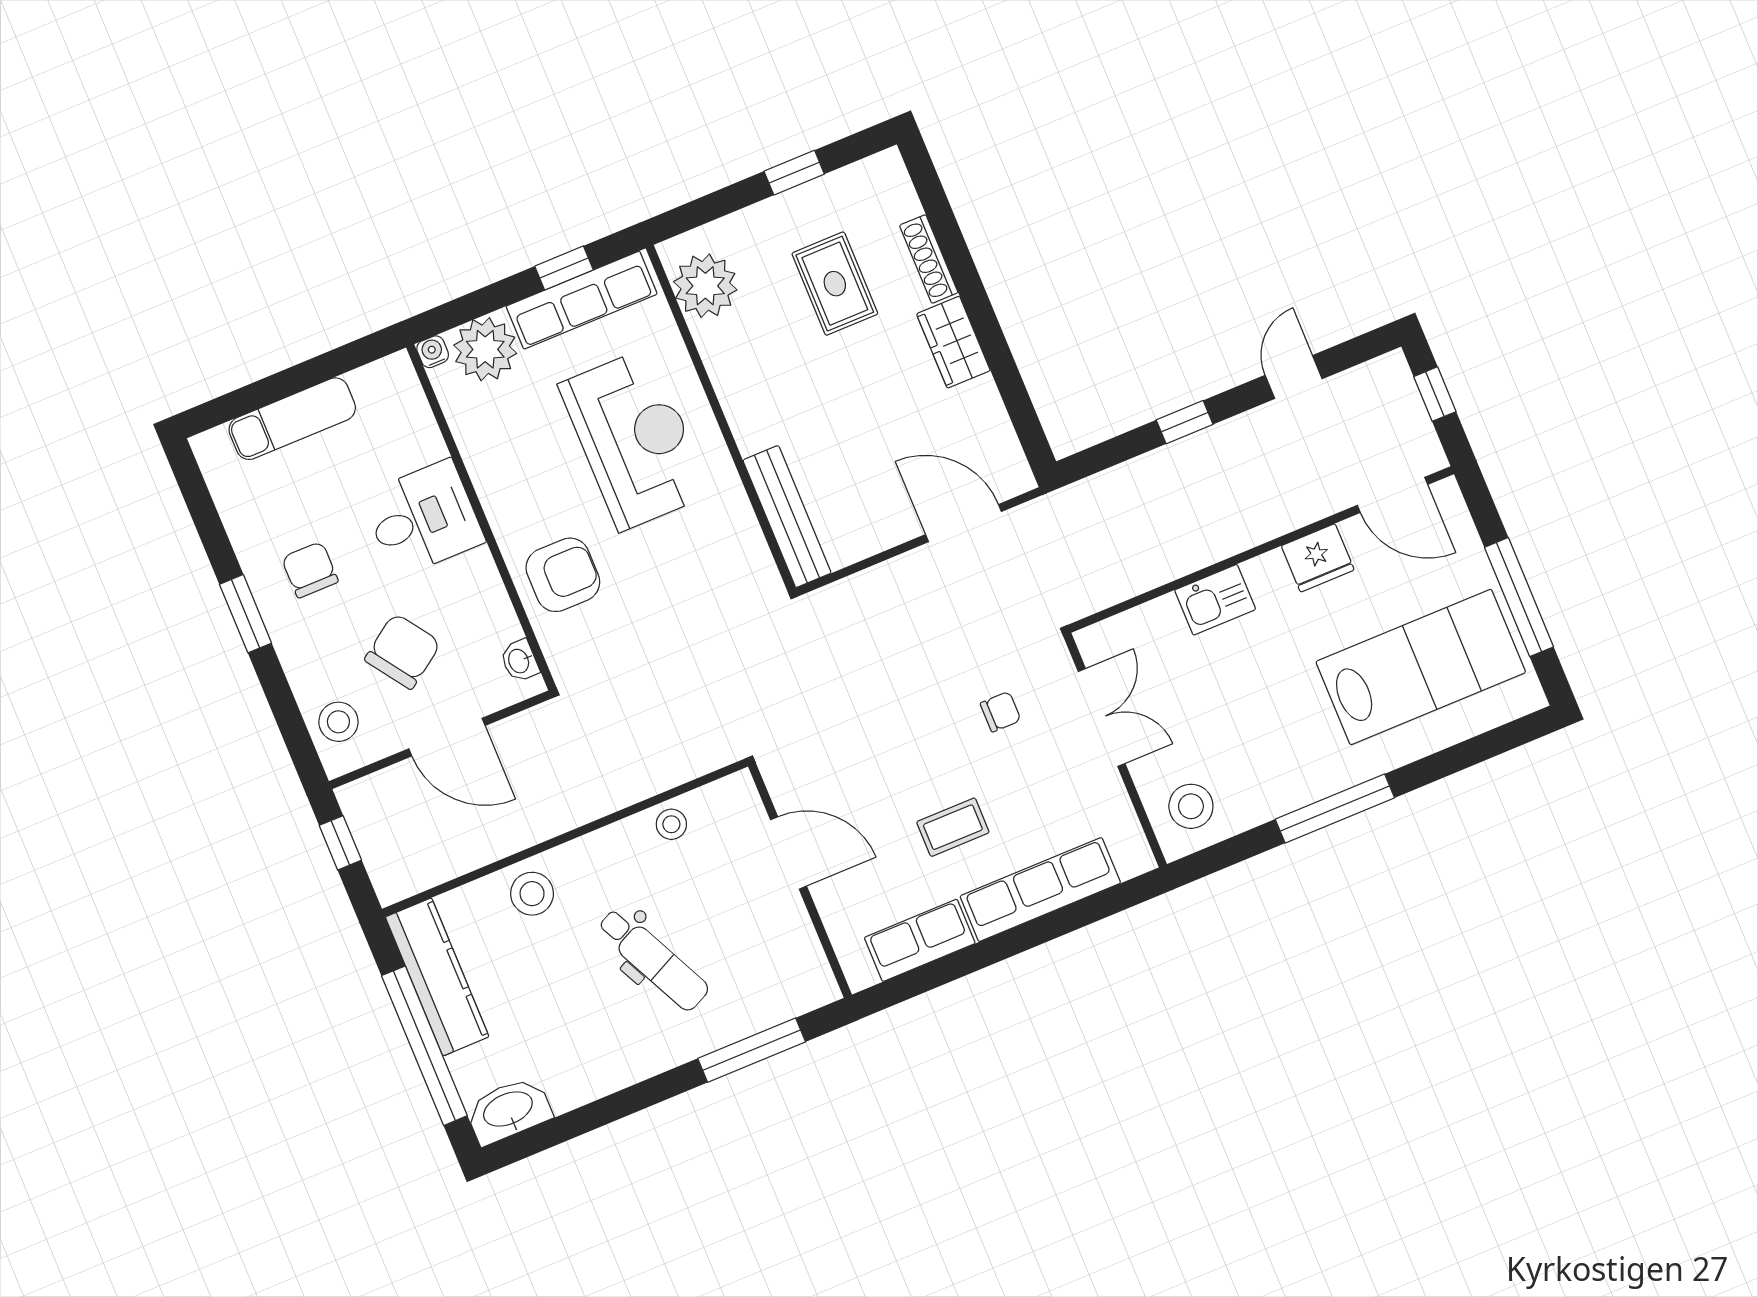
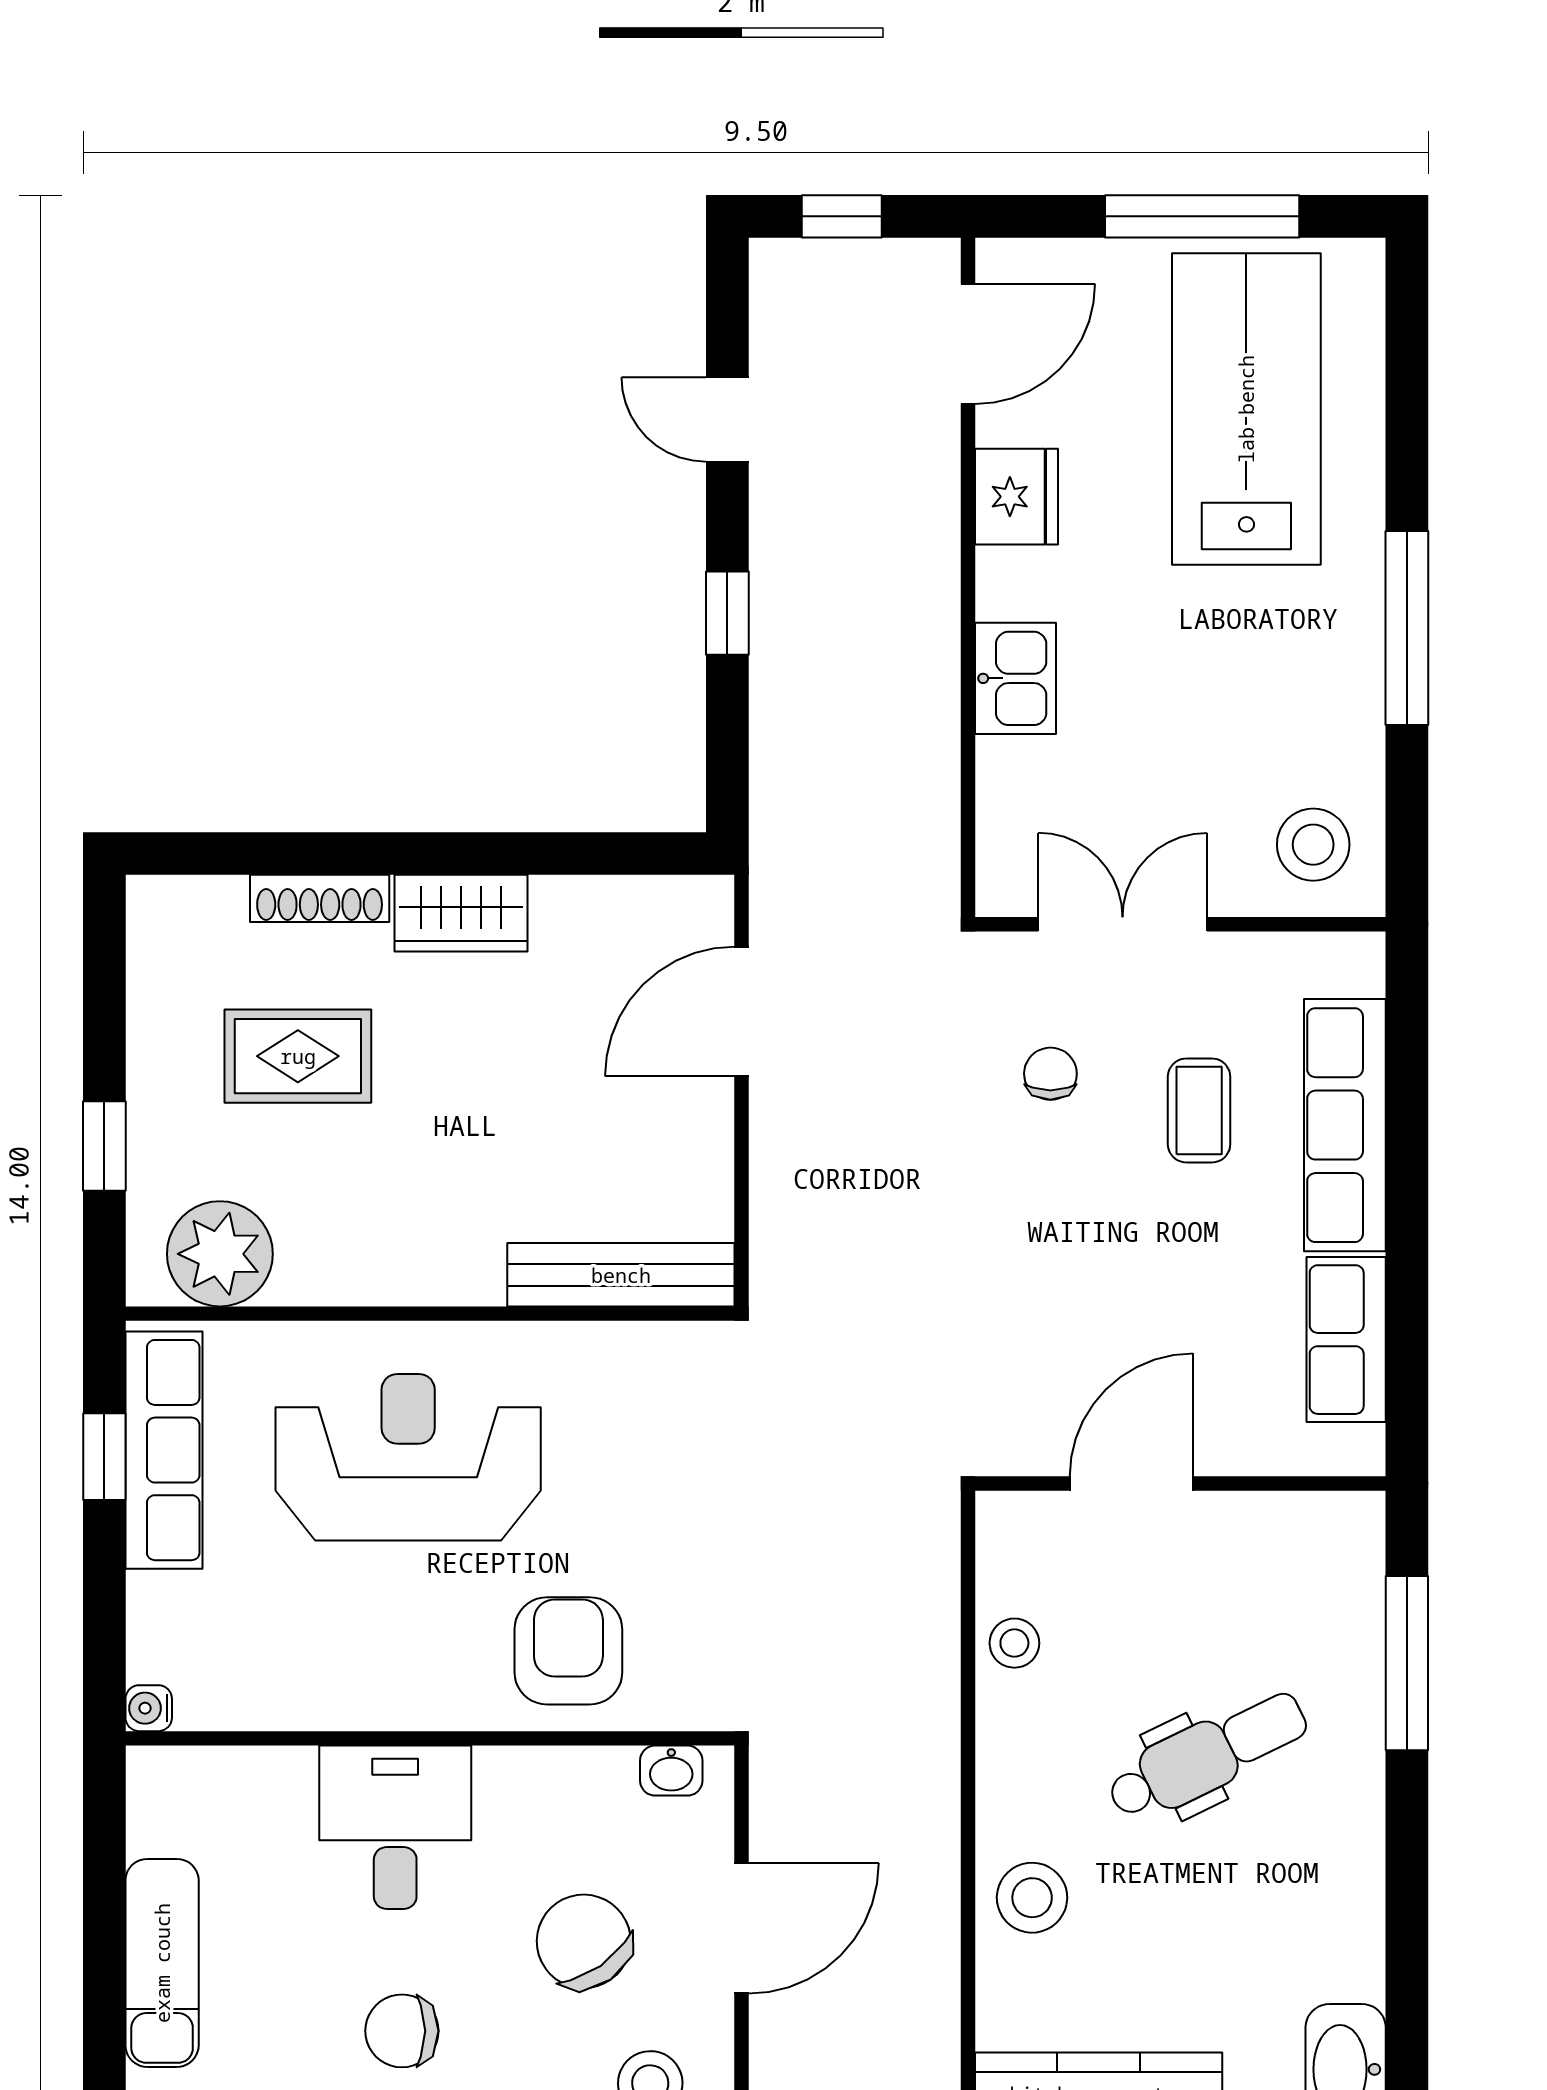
window: (794, 173) -> (104, 1146), moved
plant: (485, 349) -> (178, 1627), removed
coffee table: (953, 827) -> (1199, 1110), moved

